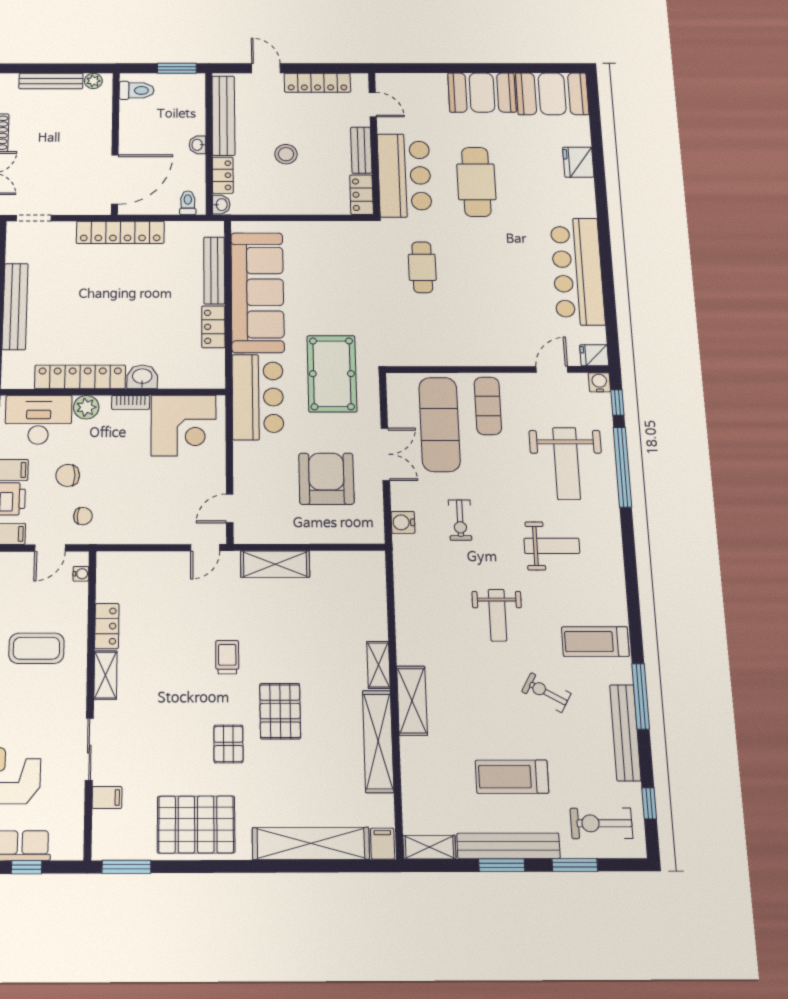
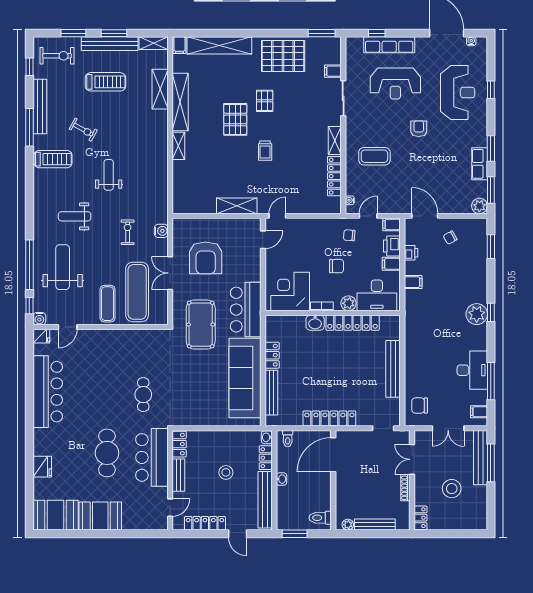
door: (373, 105) -> (170, 508), swing flipped
chair: (68, 475) -> (337, 266), moved
locker: (107, 626) -> (334, 176), width x1.53
shelving: (412, 701) -> (160, 89), moved

